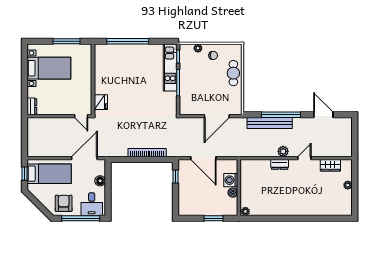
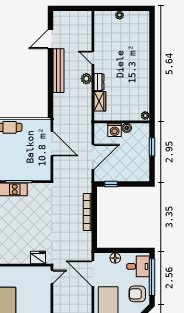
window: (281, 115) -> (50, 81), removed
bench: (270, 123) -> (59, 71), moved
wardrobe: (330, 165) -> (100, 101), moved

